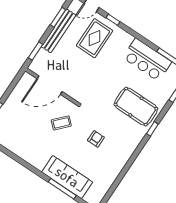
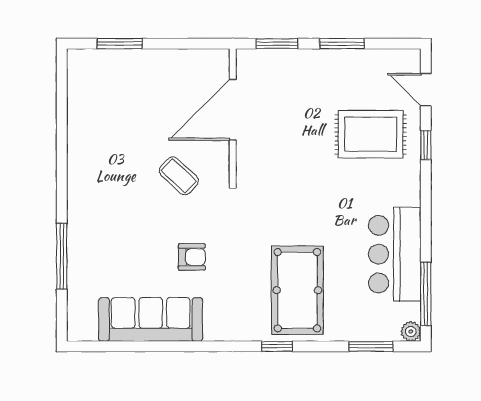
window: (58, 17) -> (342, 44), moved
bench: (59, 31) -> (341, 61), removed
door: (50, 85) -> (233, 110), hinge flipped
sofa: (67, 177) -> (151, 319), moved, turned -90

